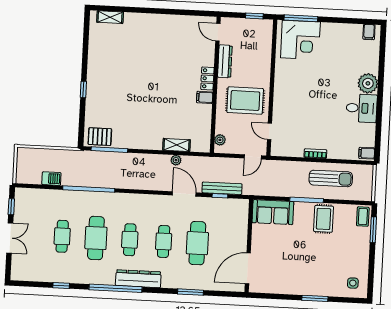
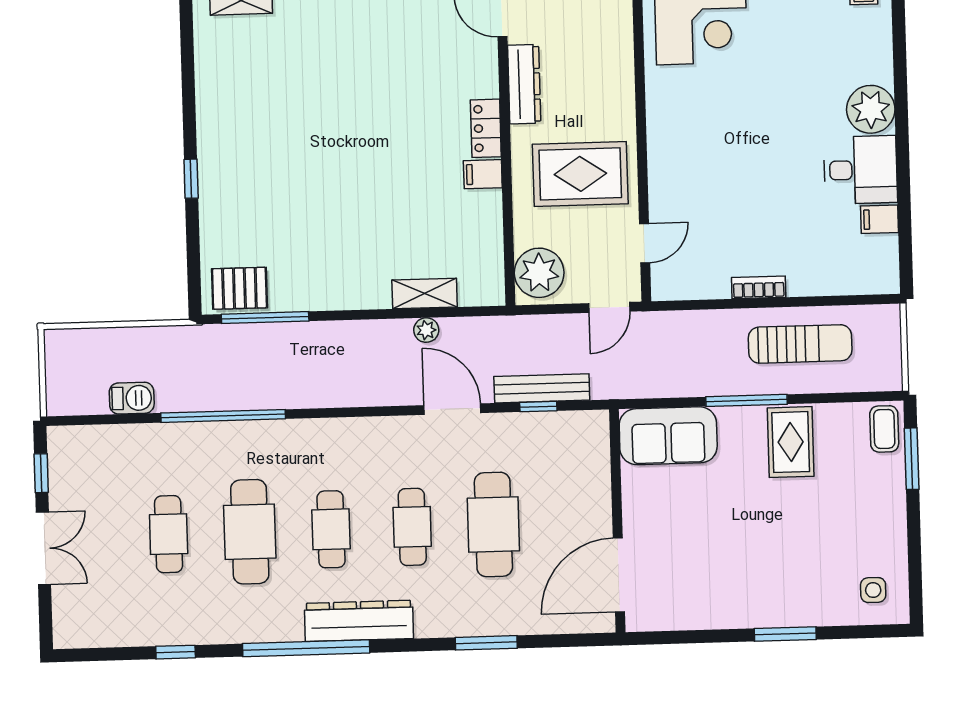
door: (270, 131) -> (645, 243), swing flipped
plant: (220, 140) -> (539, 273), width x1.88, depth x1.88
filing cabinet: (367, 153) -> (880, 219), moved

